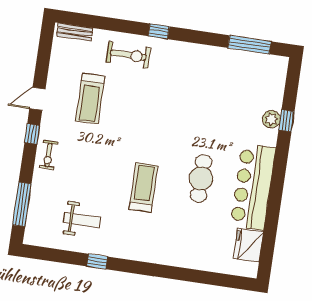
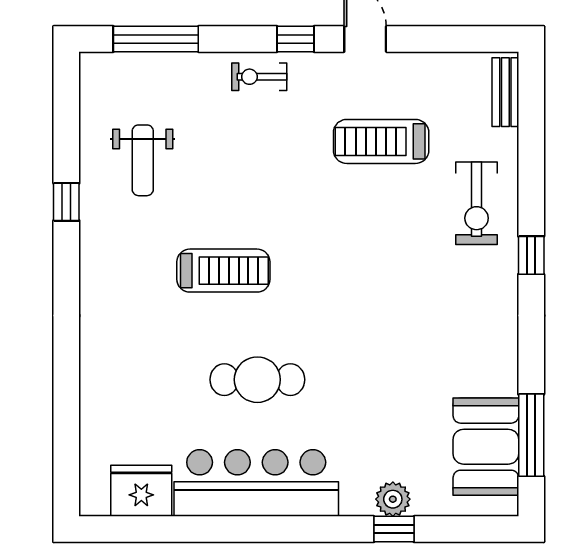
booth: (252, 68) -> (486, 447), added

